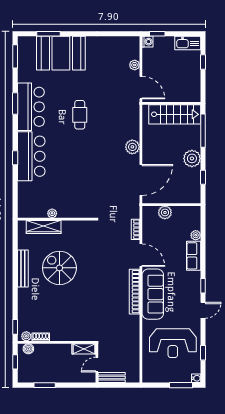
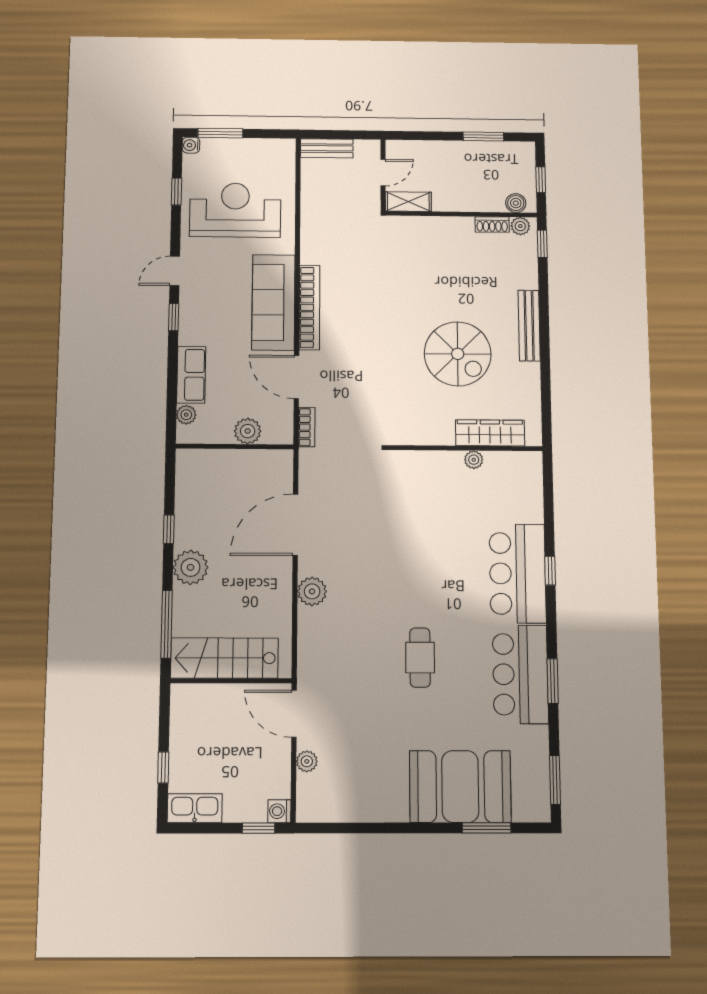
wall: (171, 205) -> (235, 447), moved
plant: (165, 212) -> (248, 431), moved
bench: (23, 268) -> (529, 326), moved
bench: (112, 377) -> (327, 148), moved

